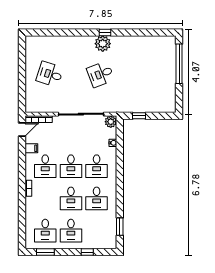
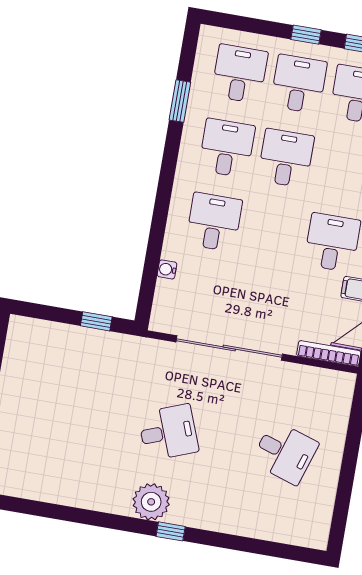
window: (105, 33) -> (171, 531), moved
plant: (111, 122) -> (164, 319), removed
desk: (71, 166) -> (240, 74), moved
window: (120, 227) -> (180, 101), moved
window: (87, 252) -> (306, 35), moved

